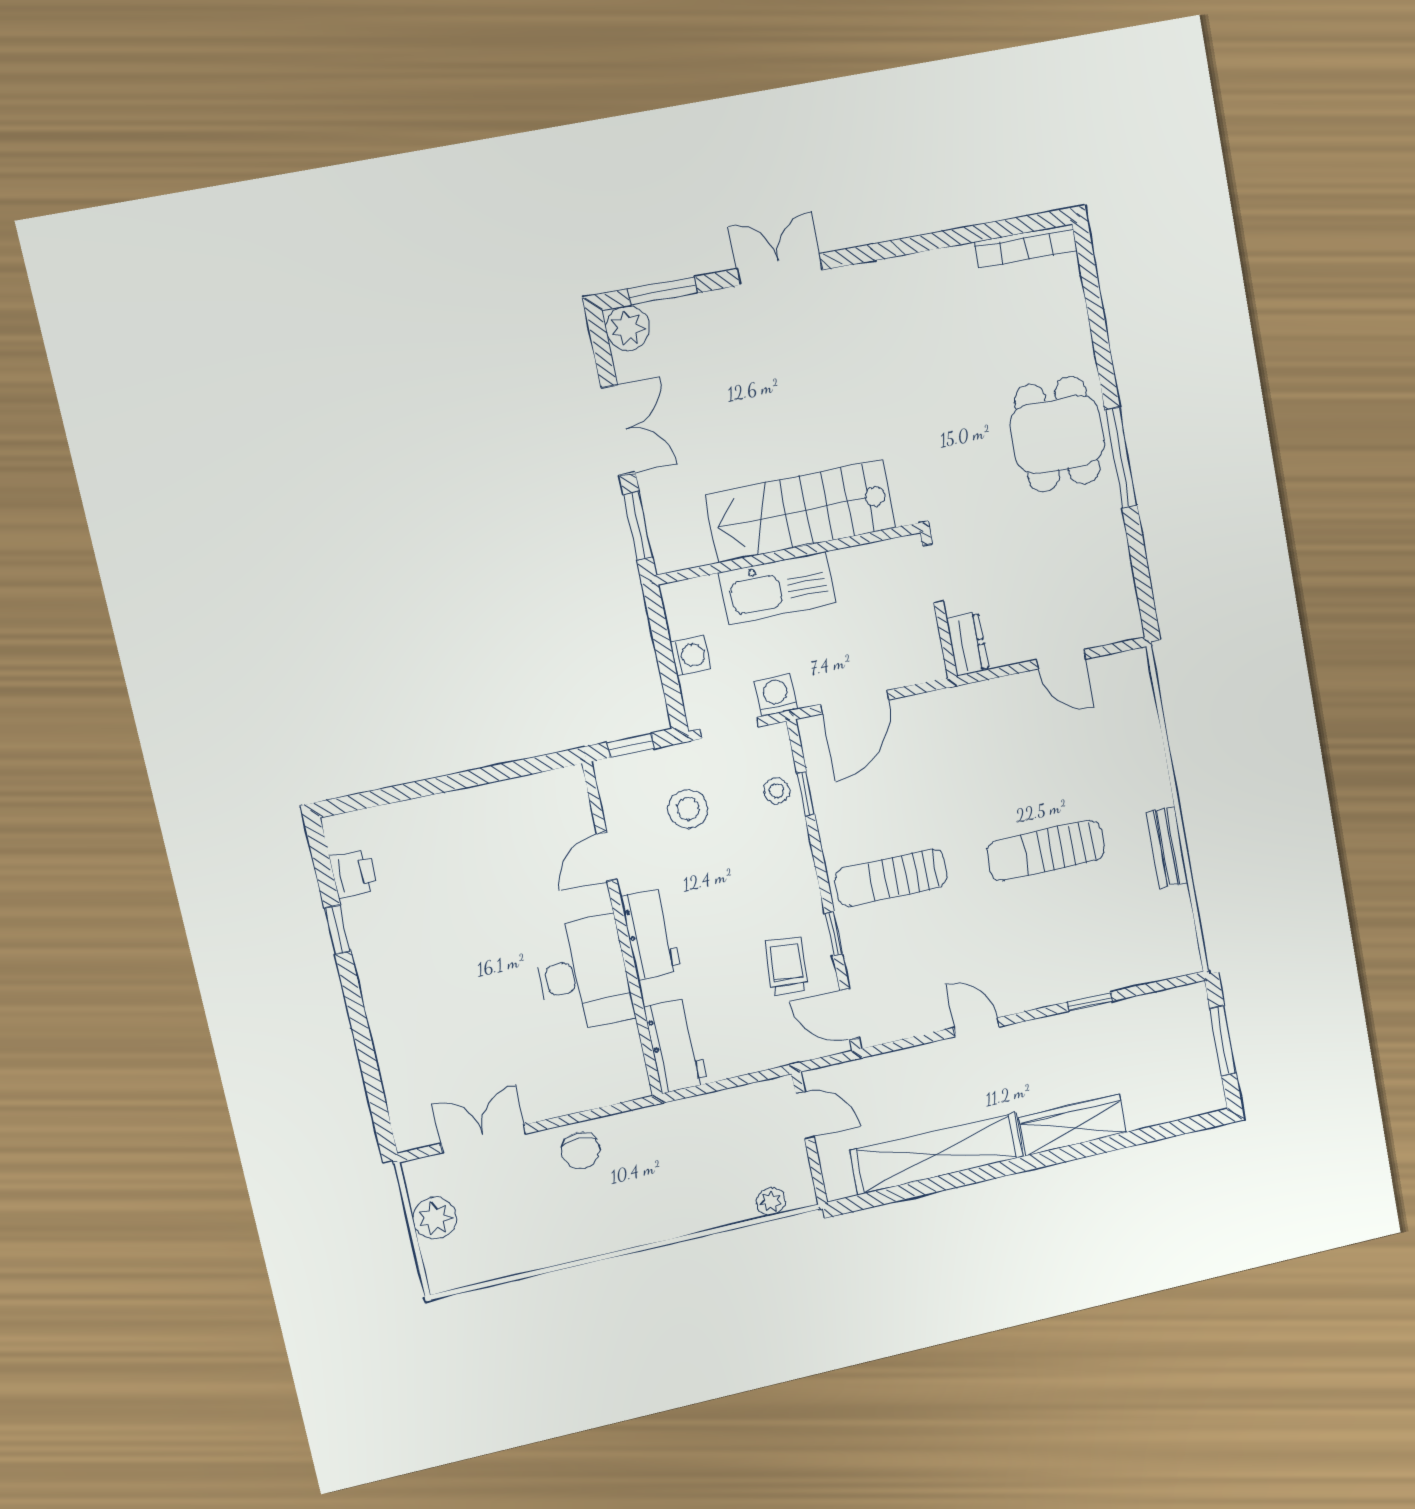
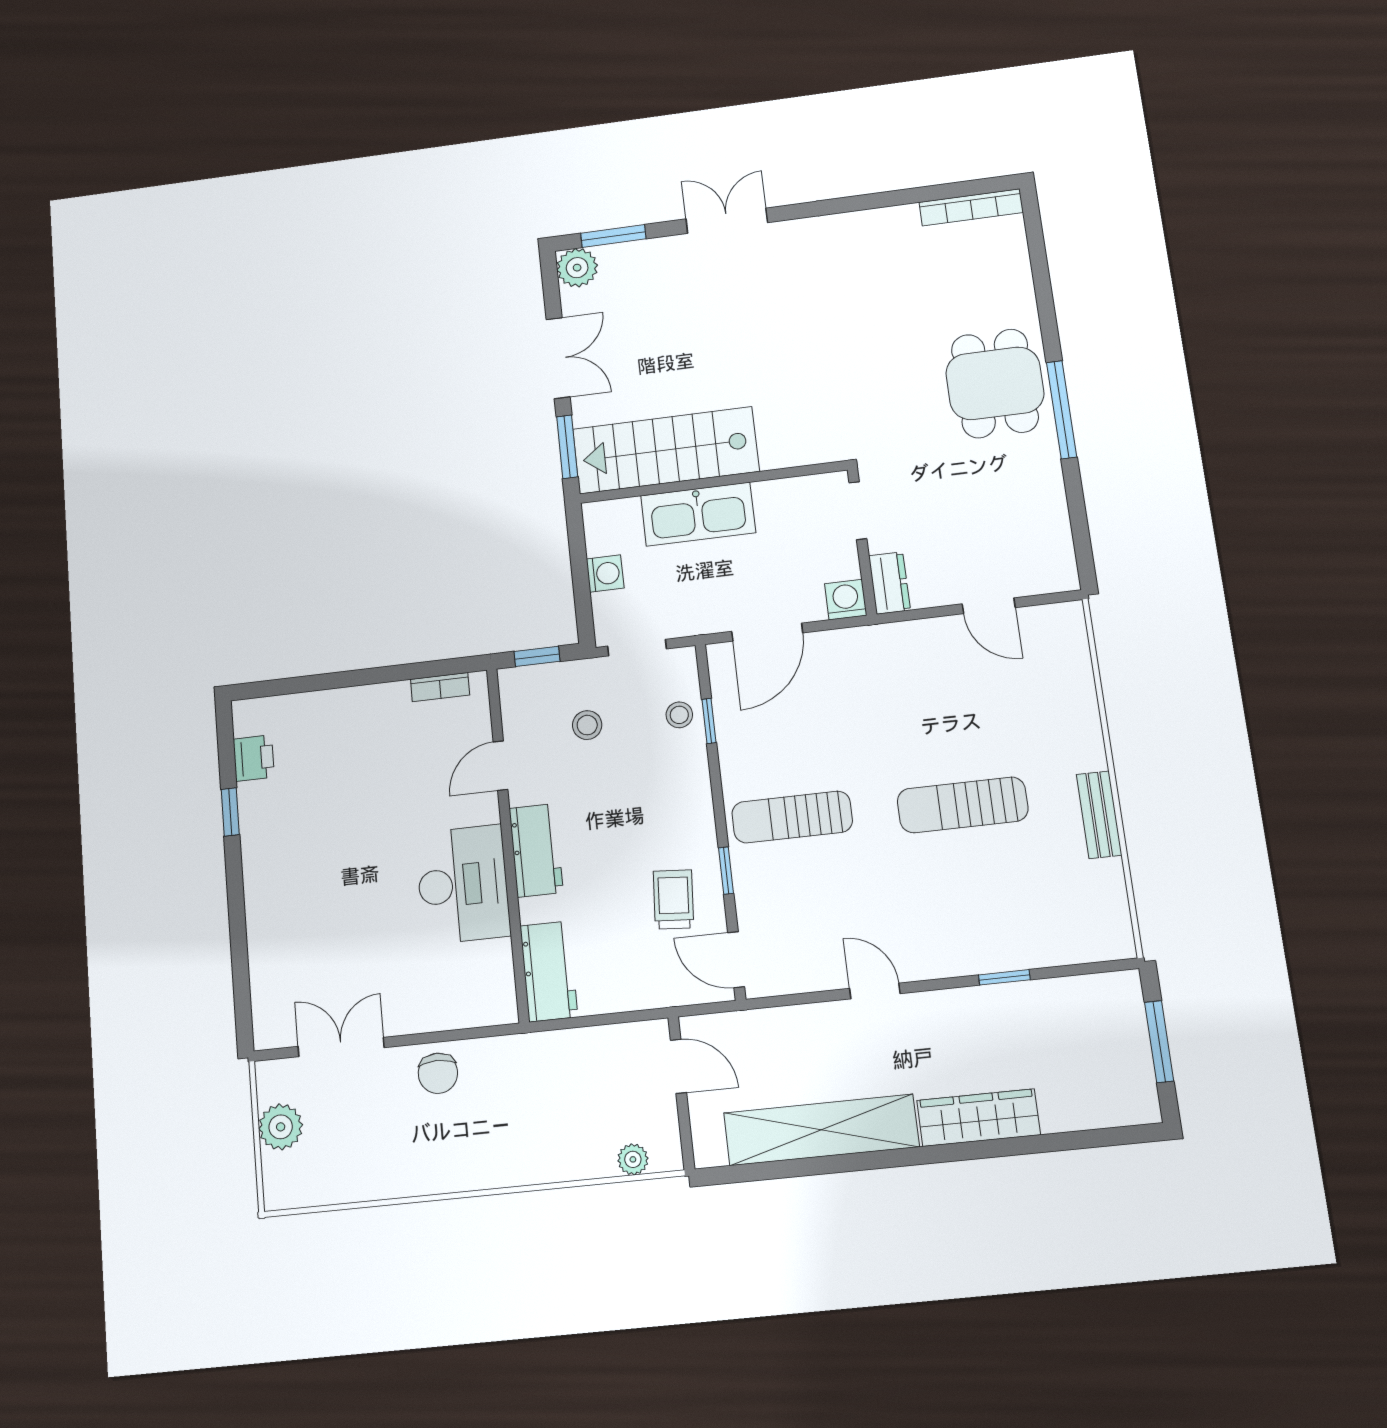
stairs: (801, 511) -> (666, 450), moved
washing machine: (776, 695) -> (846, 600), moved
bookcase: (536, 785) -> (440, 687), added
stool: (688, 809) -> (587, 725), width x0.73, depth x0.73

